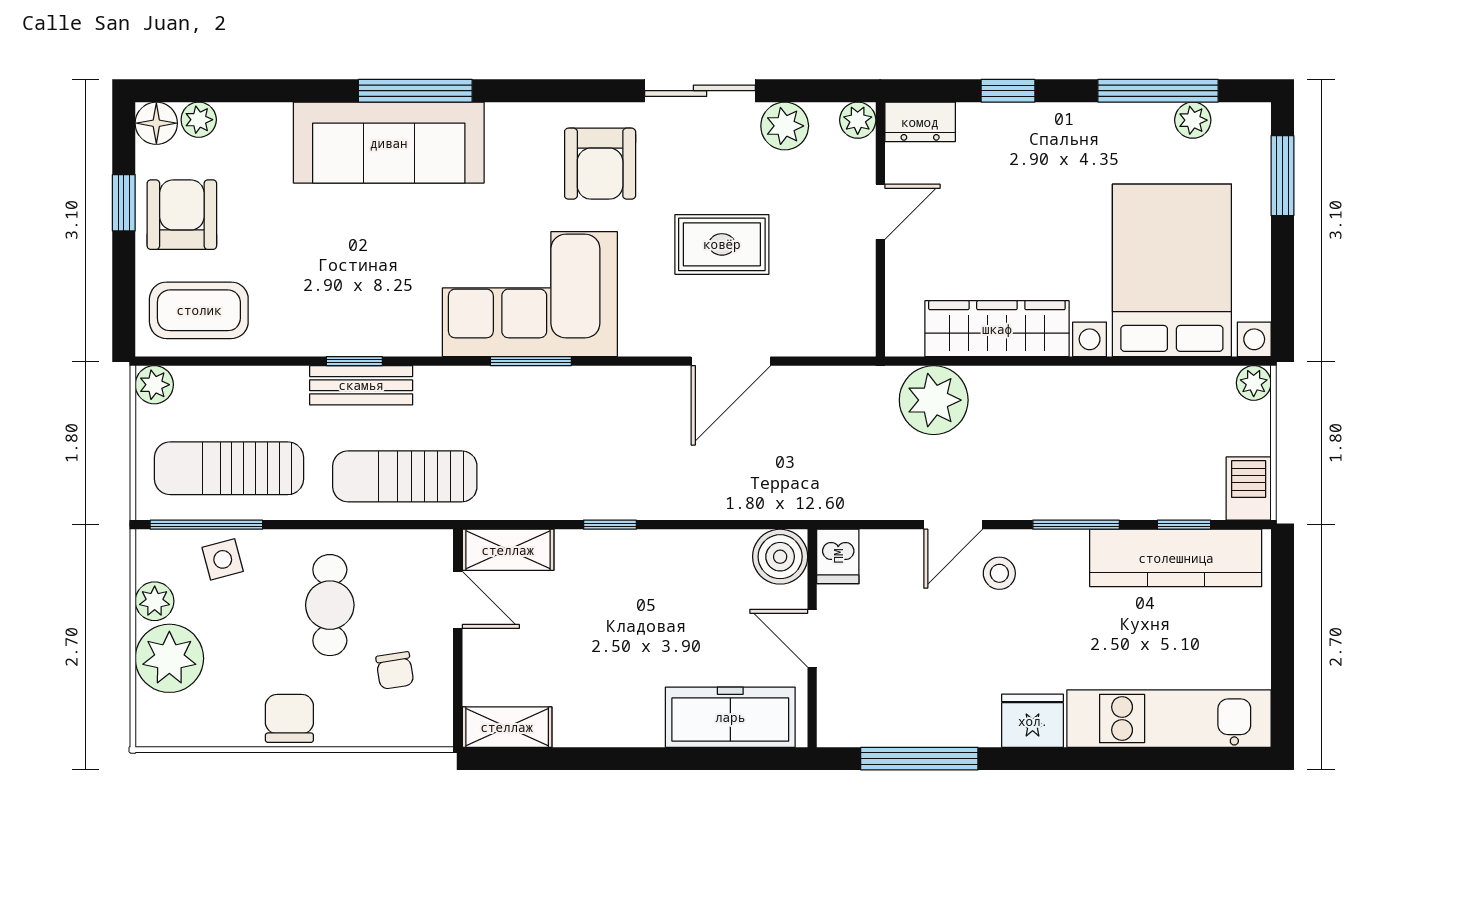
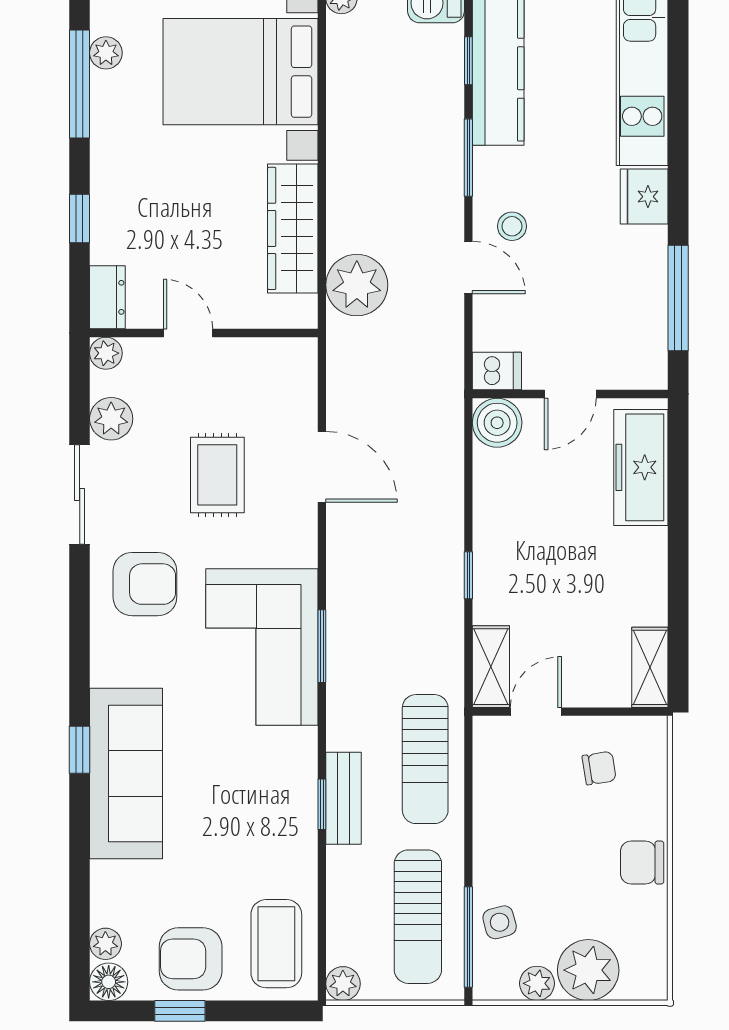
window: (415, 91) -> (80, 750), width x0.46
cafe table: (330, 605) -> (541, 826), removed

